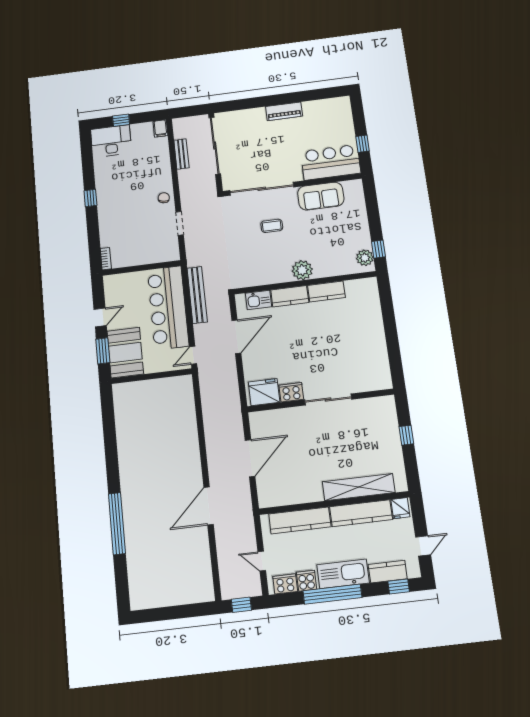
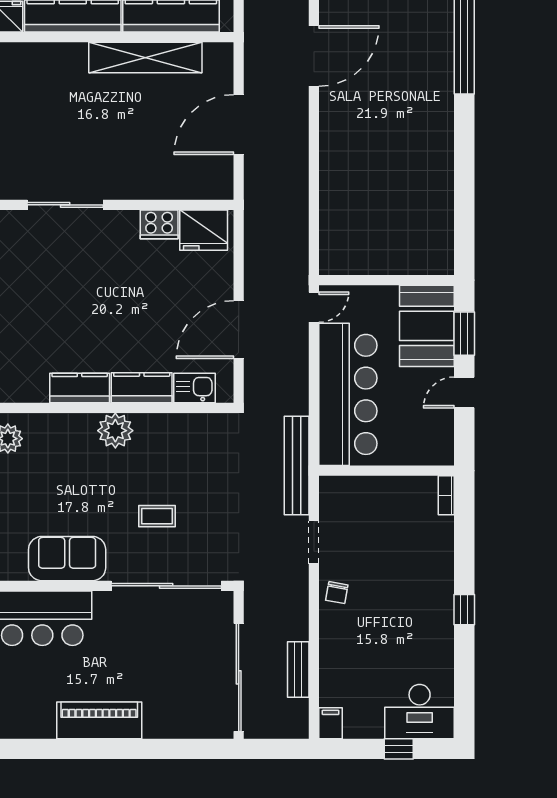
piano: (284, 111) -> (99, 720), width x1.37, depth x1.33
bench: (197, 295) -> (297, 465), moved
sliding door: (328, 399) -> (65, 205), moved
shelving: (359, 487) -> (145, 57), moved

